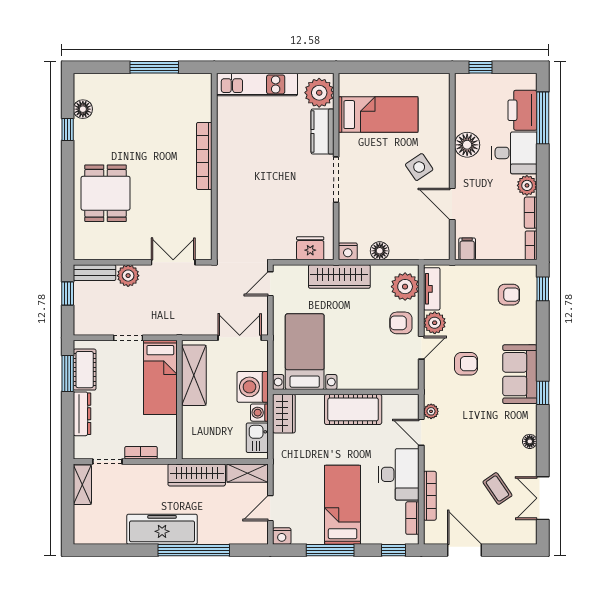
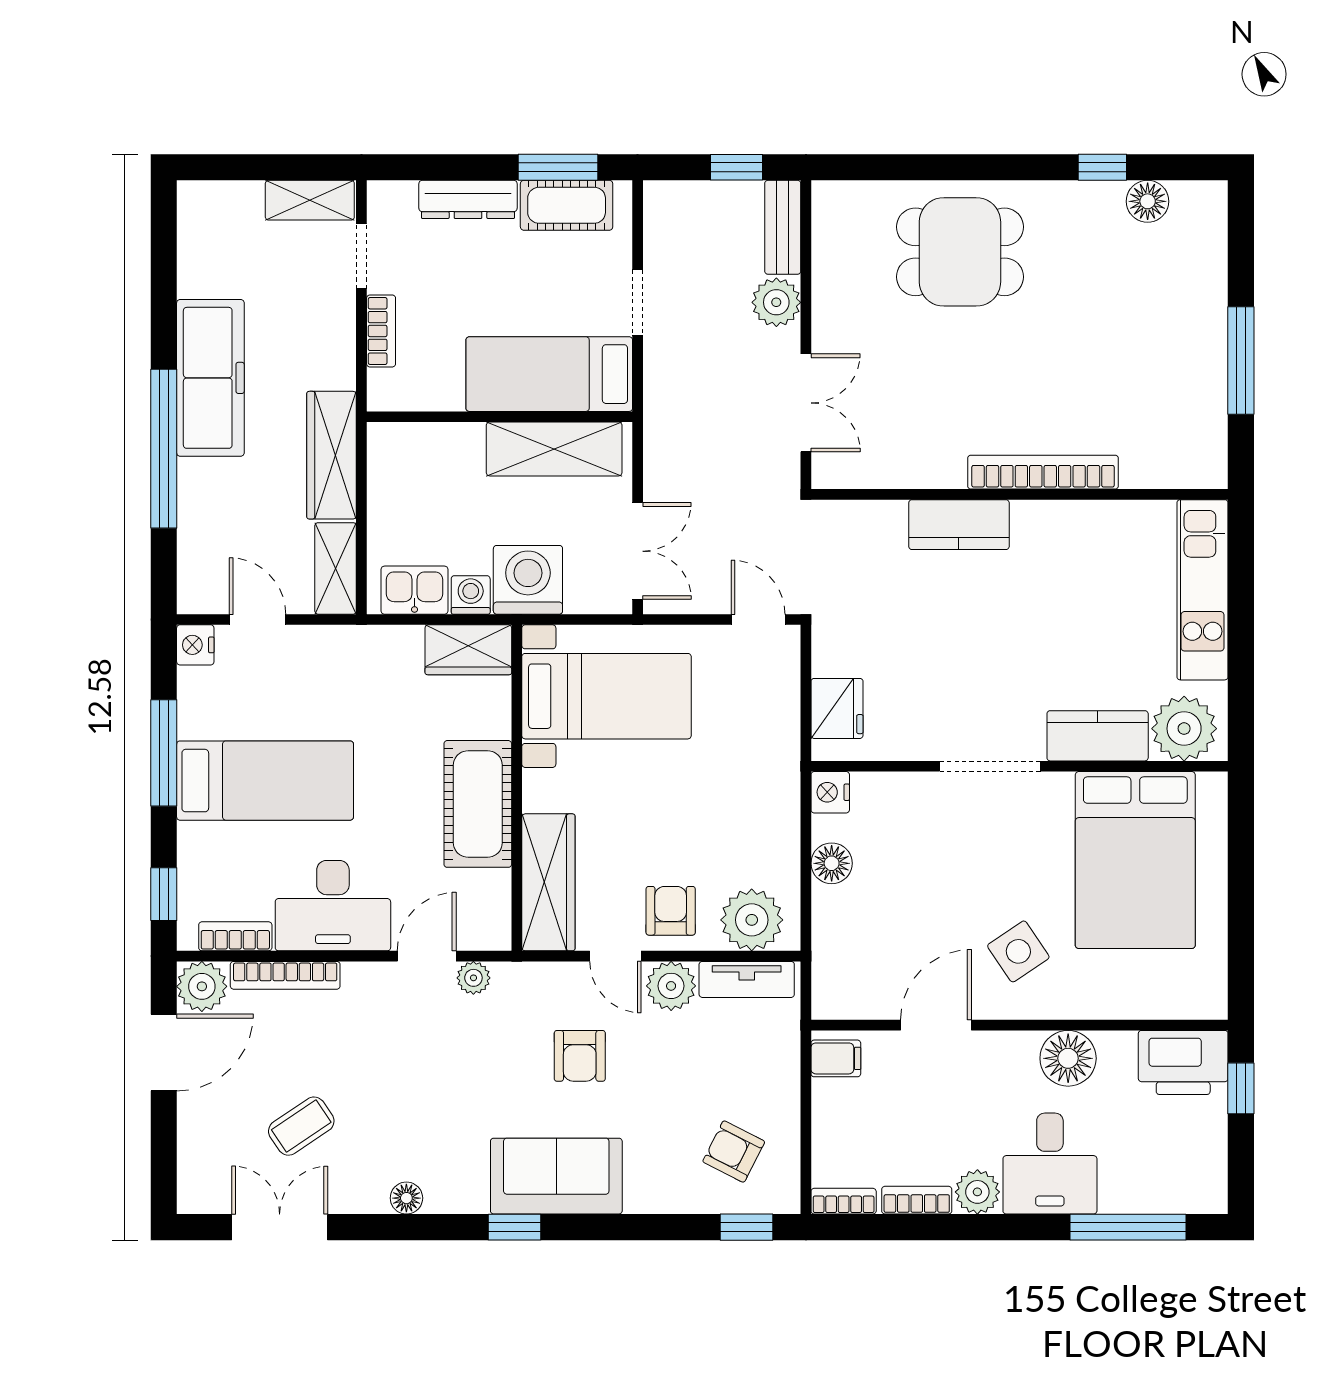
printer: (523, 110) -> (1183, 1062), moved, turned 180
bed: (378, 115) -> (1135, 860), width x1.50
kitchen counter: (228, 194) -> (959, 525), added
wardrobe: (339, 276) -> (548, 882), moved, turned 180
armchair: (509, 295) -> (734, 1152), turned 117
plant: (435, 533) -> (202, 986), added

